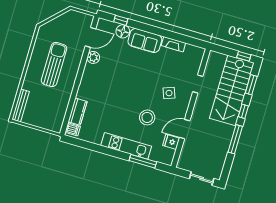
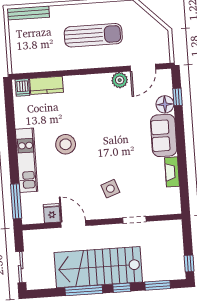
door: (91, 37) -> (143, 68), hinge flipped
stairs: (232, 91) -> (98, 267), moved
stool: (147, 117) -> (66, 144), moved
window: (143, 161) -> (16, 201), moved

